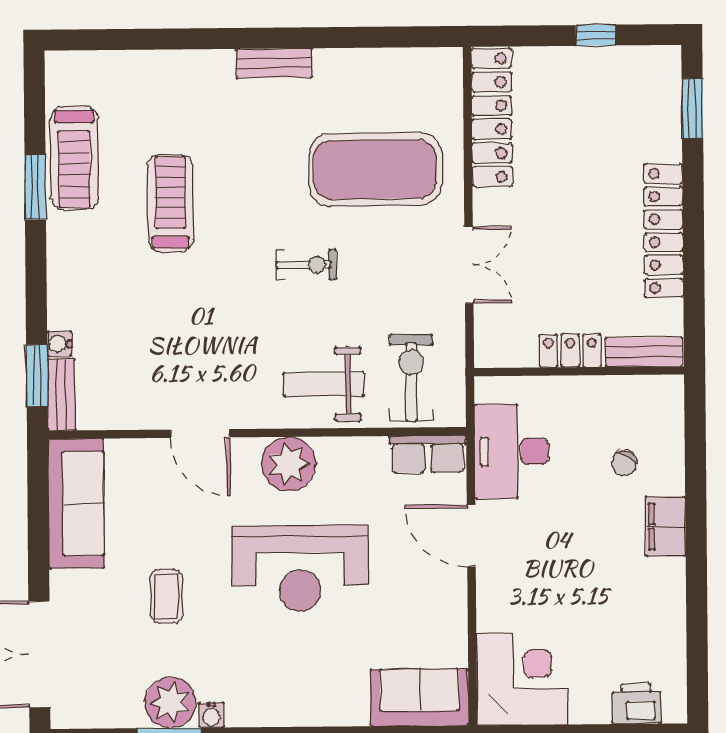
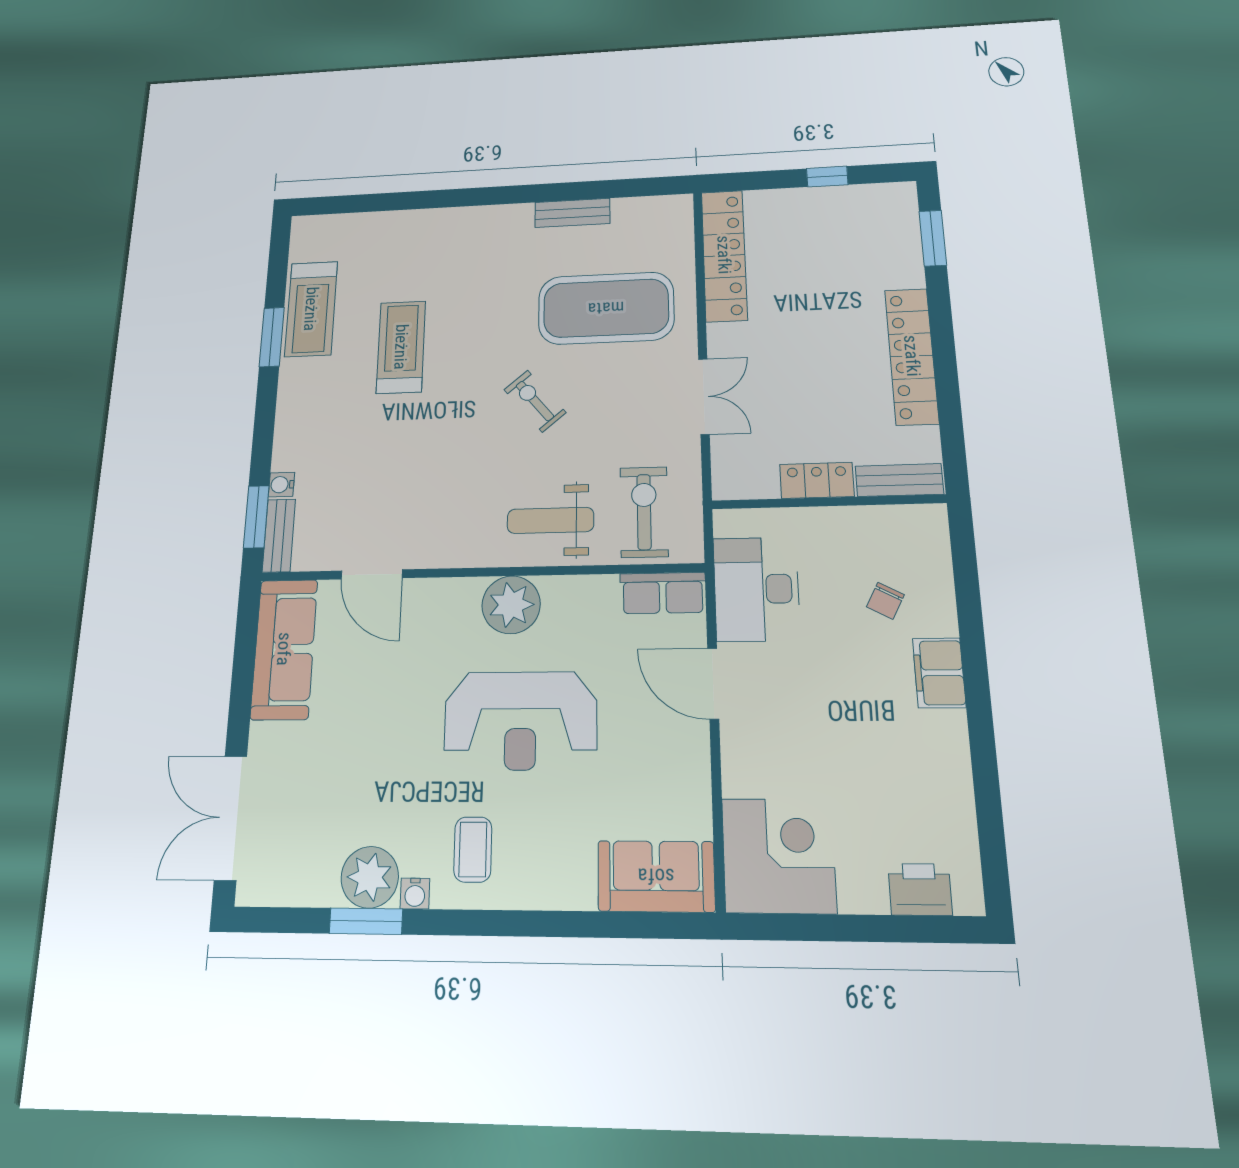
bench: (274, 63) -> (572, 213), moved
exercise bike: (306, 265) -> (535, 401), turned -130
door: (200, 434) -> (372, 574), moved
coffee table: (166, 596) -> (473, 849), moved

